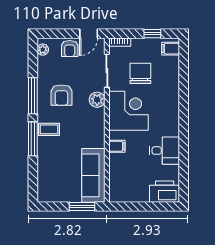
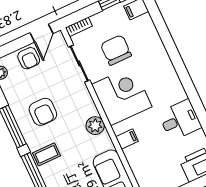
plant: (97, 100) -> (95, 126), moved

